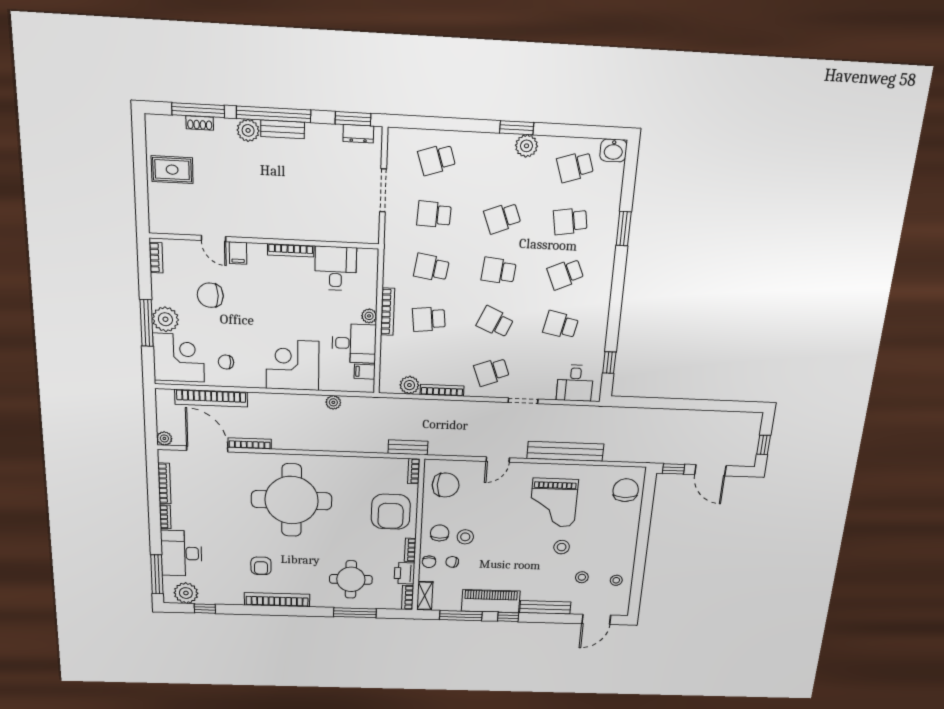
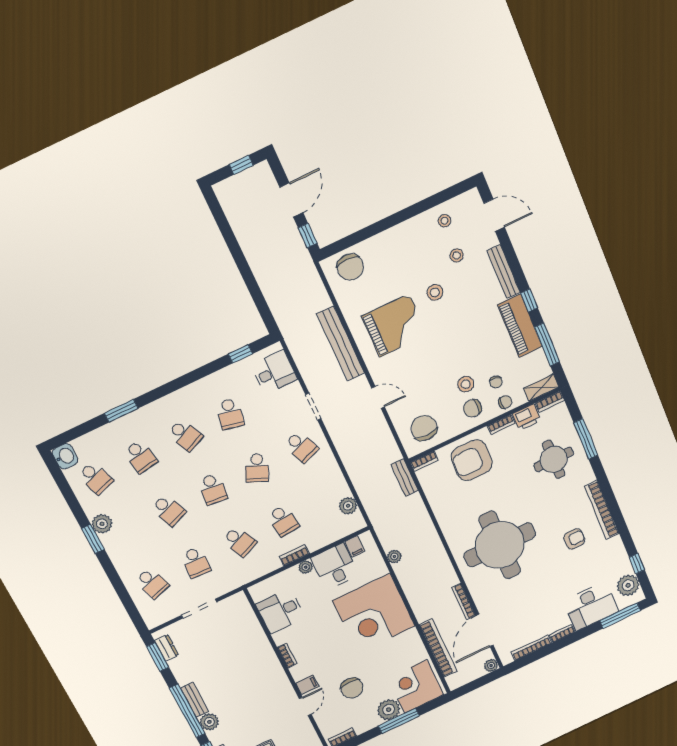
bookcase: (291, 250) -> (287, 656), width x0.64
school desk: (431, 268) -> (239, 542), turned -33
bookcase: (388, 312) -> (294, 555), width x0.64
chair: (226, 362) -> (401, 652), removed
corner desk: (293, 365) -> (374, 613), width x1.36, depth x1.36
bookcase: (442, 390) -> (339, 478), removed
chair: (626, 490) -> (350, 267), turned -90
armchair: (391, 512) -> (472, 460), turned 180

